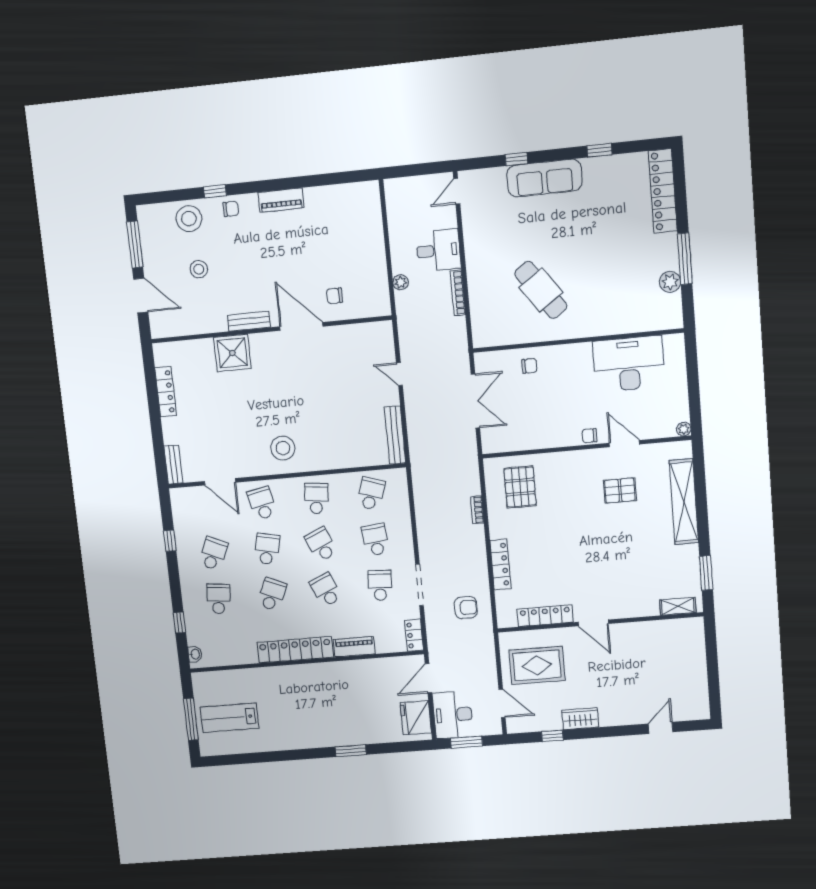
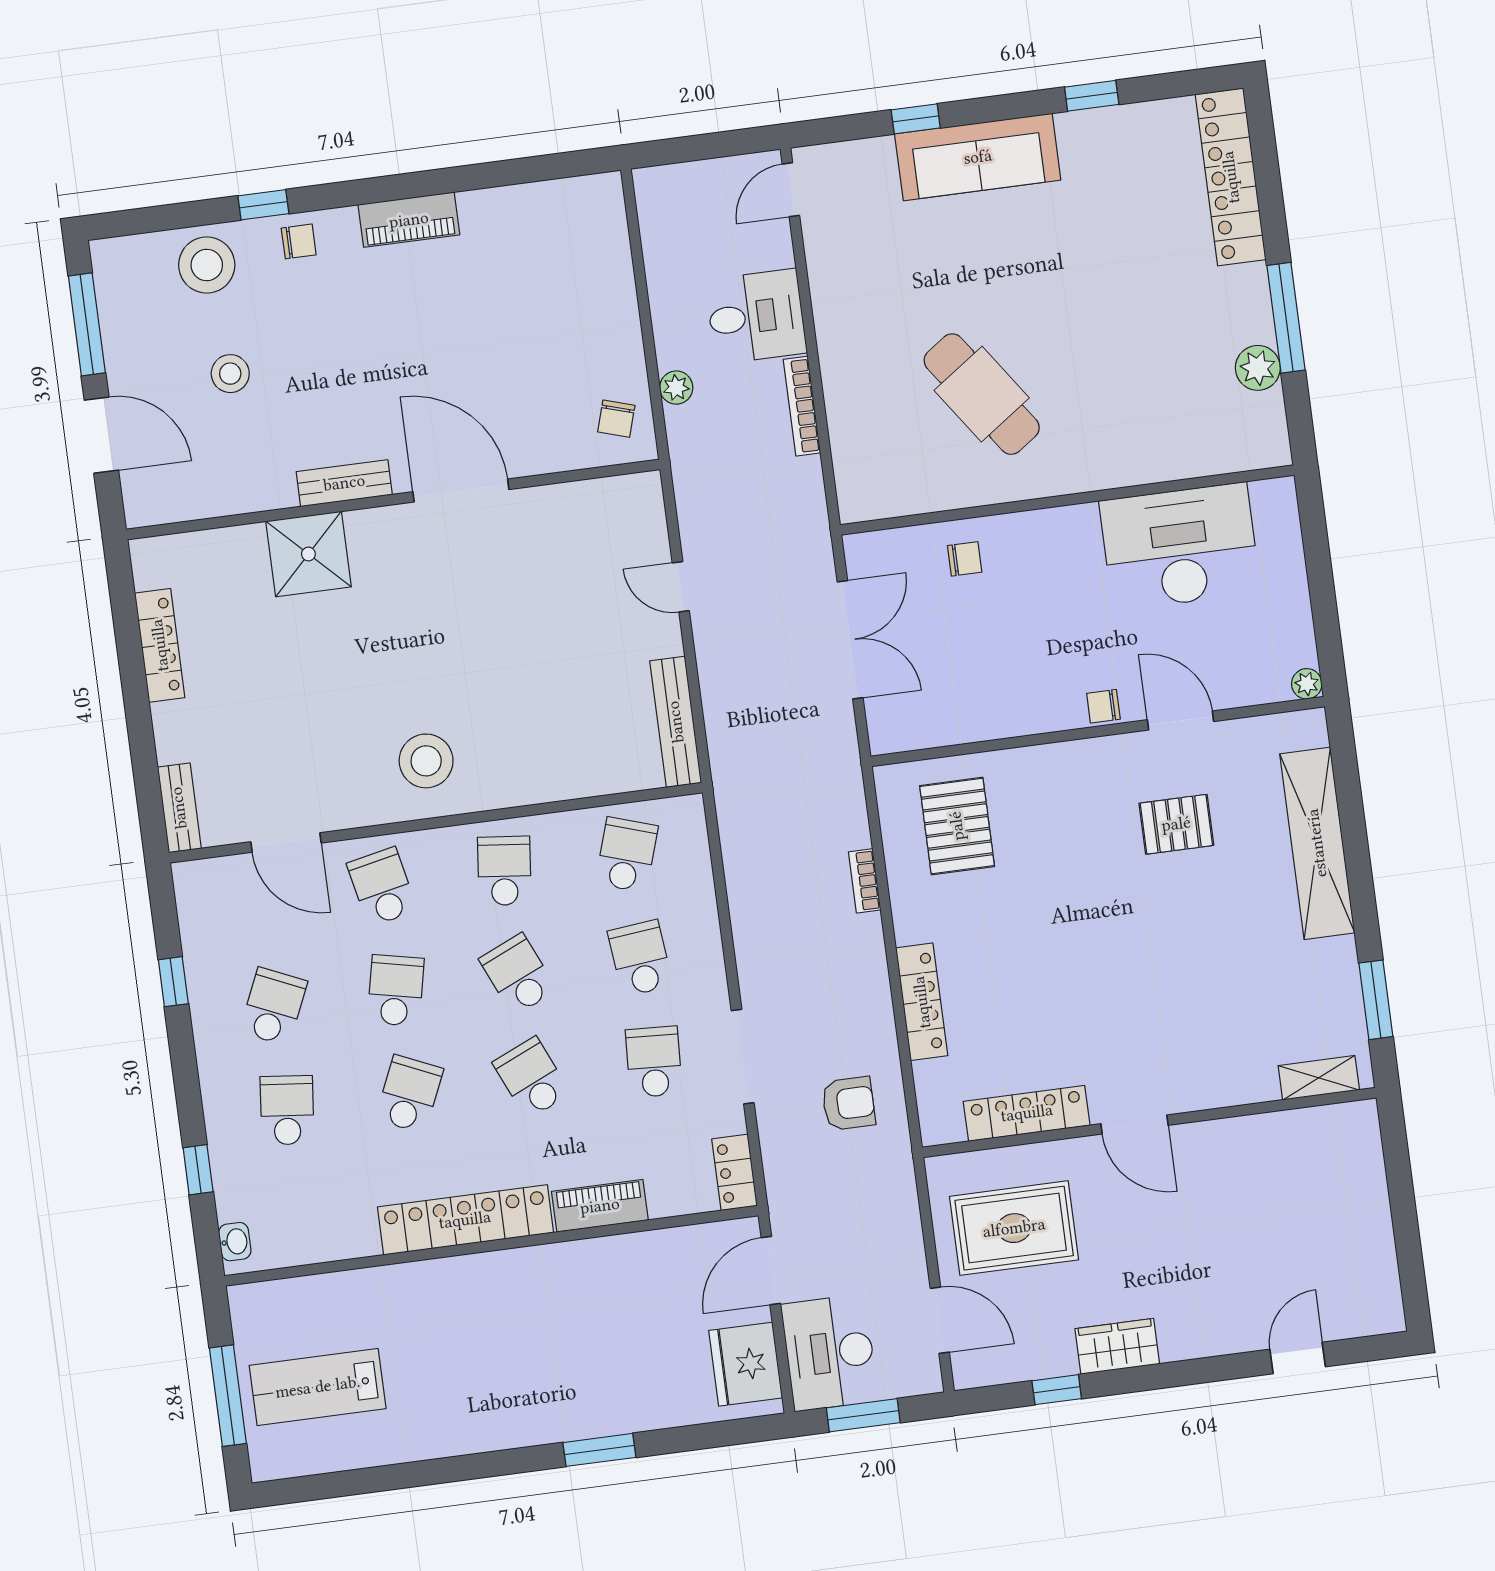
chair: (335, 296) -> (616, 419), moved, turned -73

